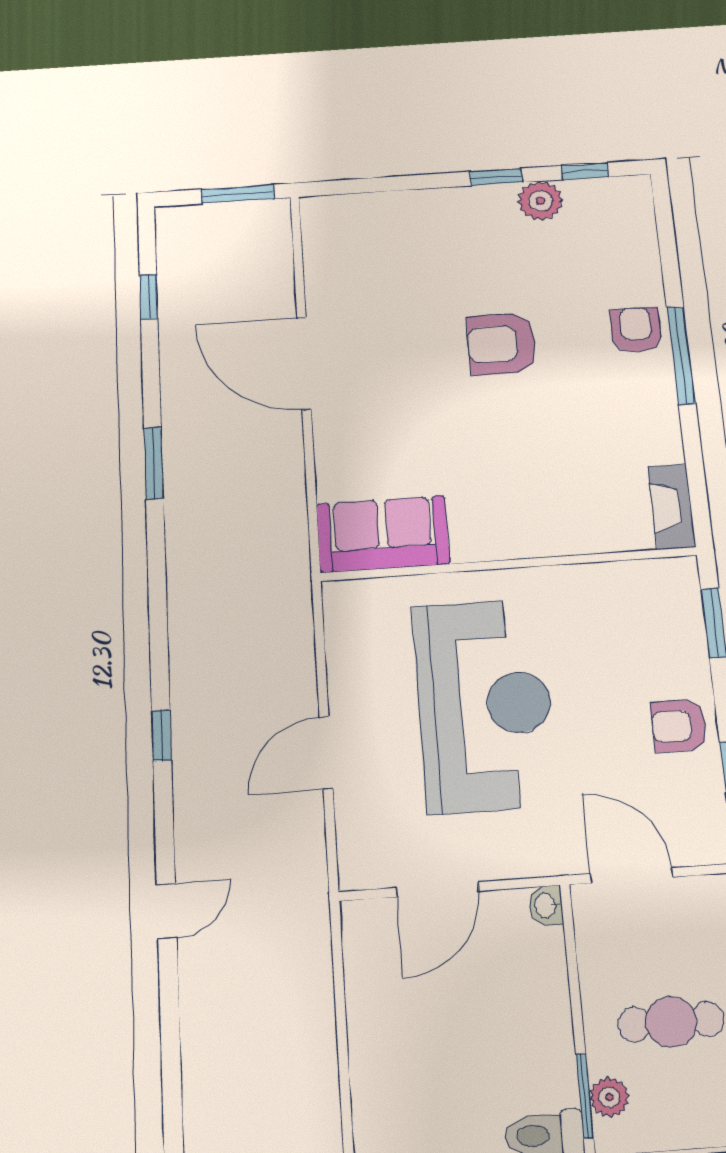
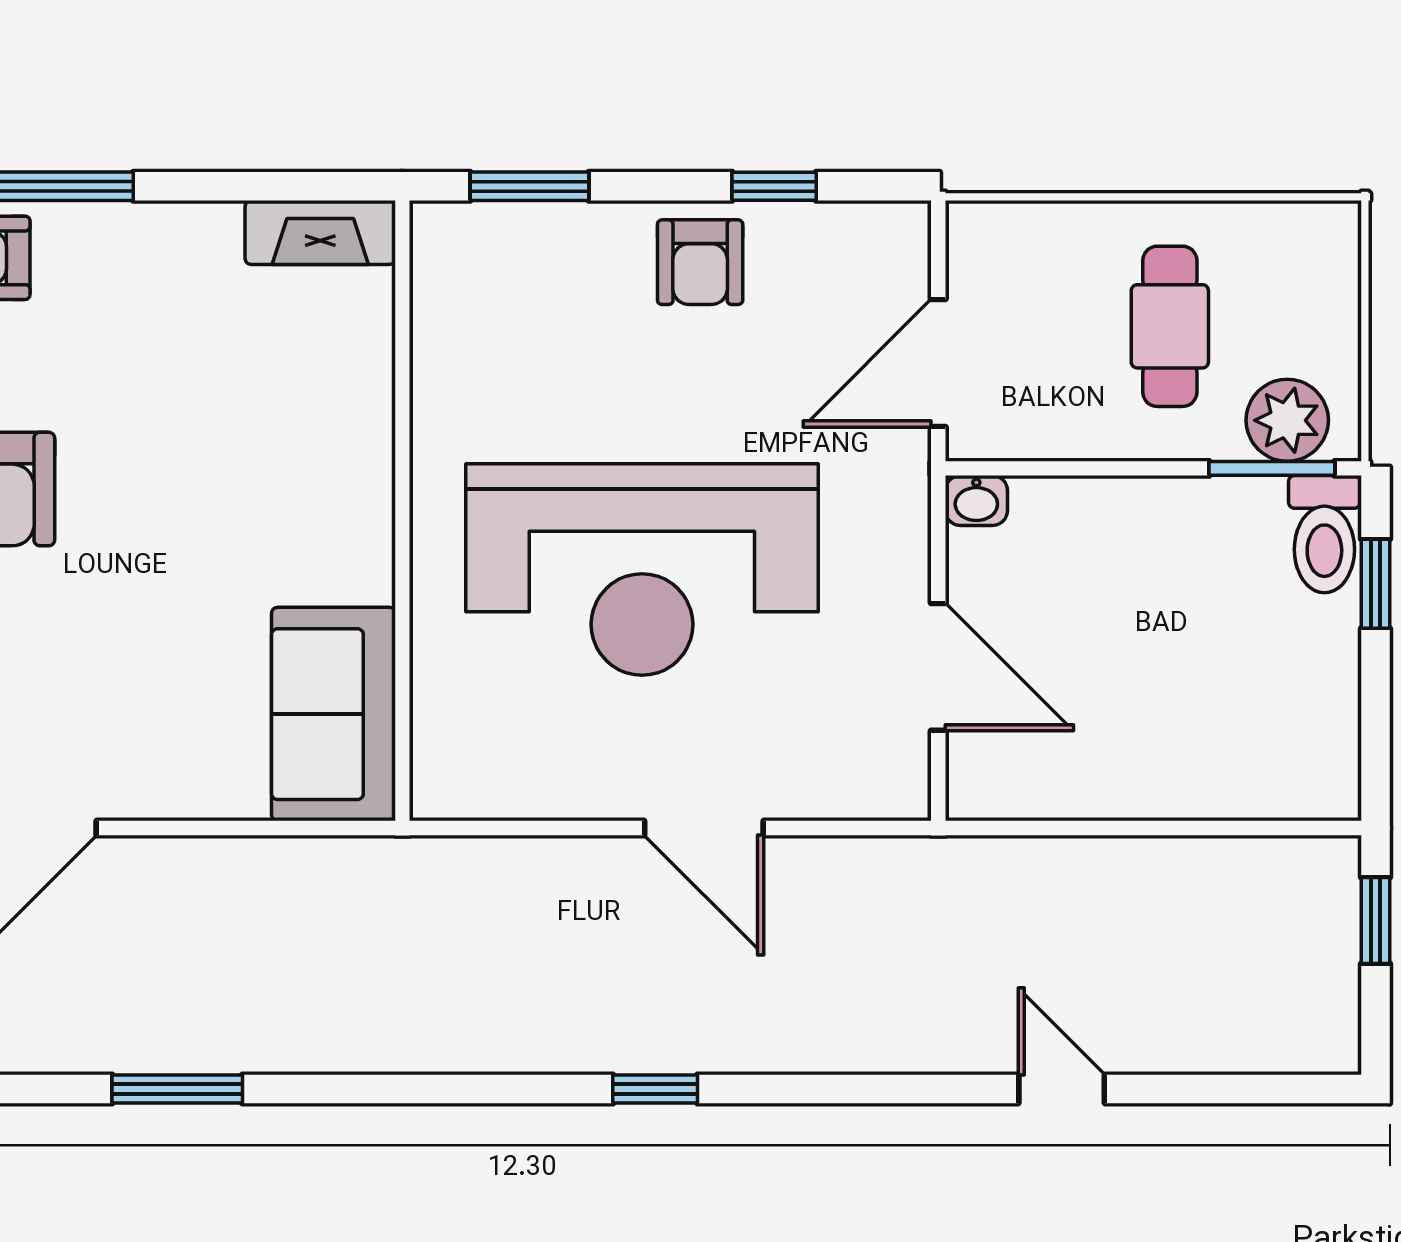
reception desk: (485, 705) -> (642, 569), turned 180
door: (167, 911) -> (1062, 1089), moved
plant: (609, 1097) -> (1287, 420), width x1.38, depth x1.38

